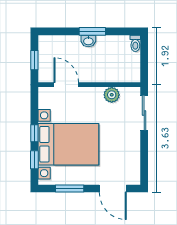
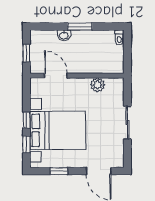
washbasin: (88, 41) -> (64, 35), moved
sliding door: (144, 113) -> (127, 123), moved
window: (70, 189) -> (59, 171), width x0.67

